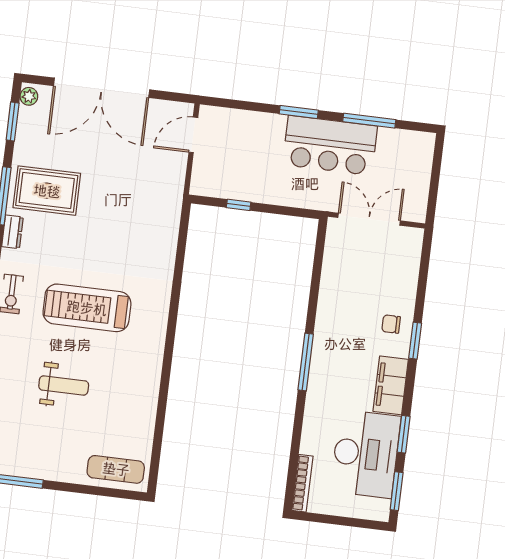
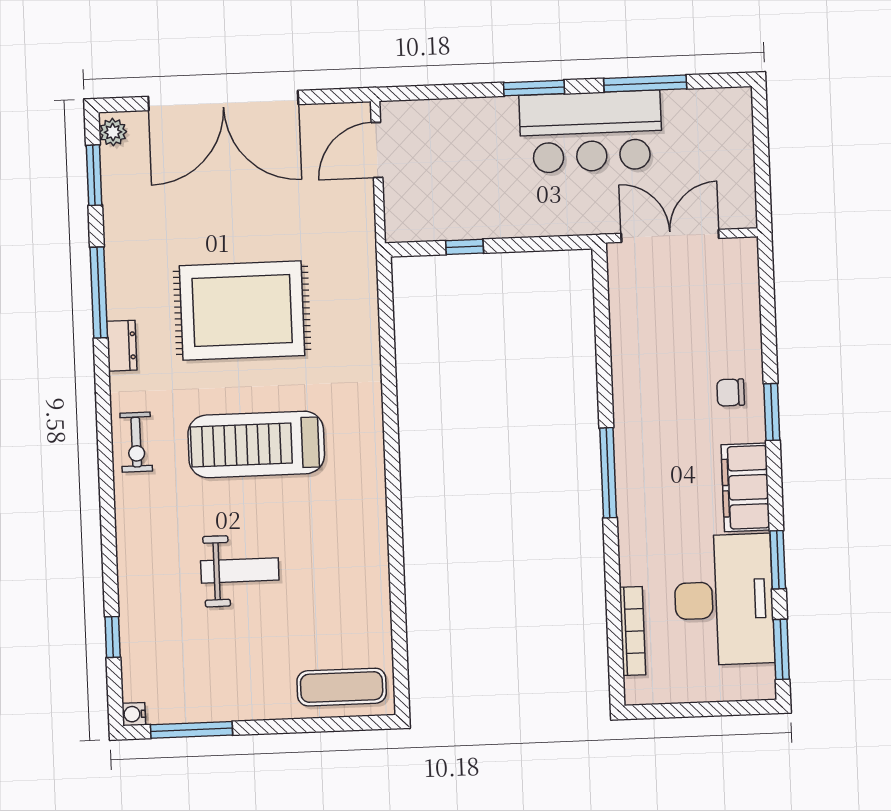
rug: (47, 191) -> (242, 311), moved, width x1.37, depth x1.44
bookcase: (302, 483) -> (633, 631), moved

